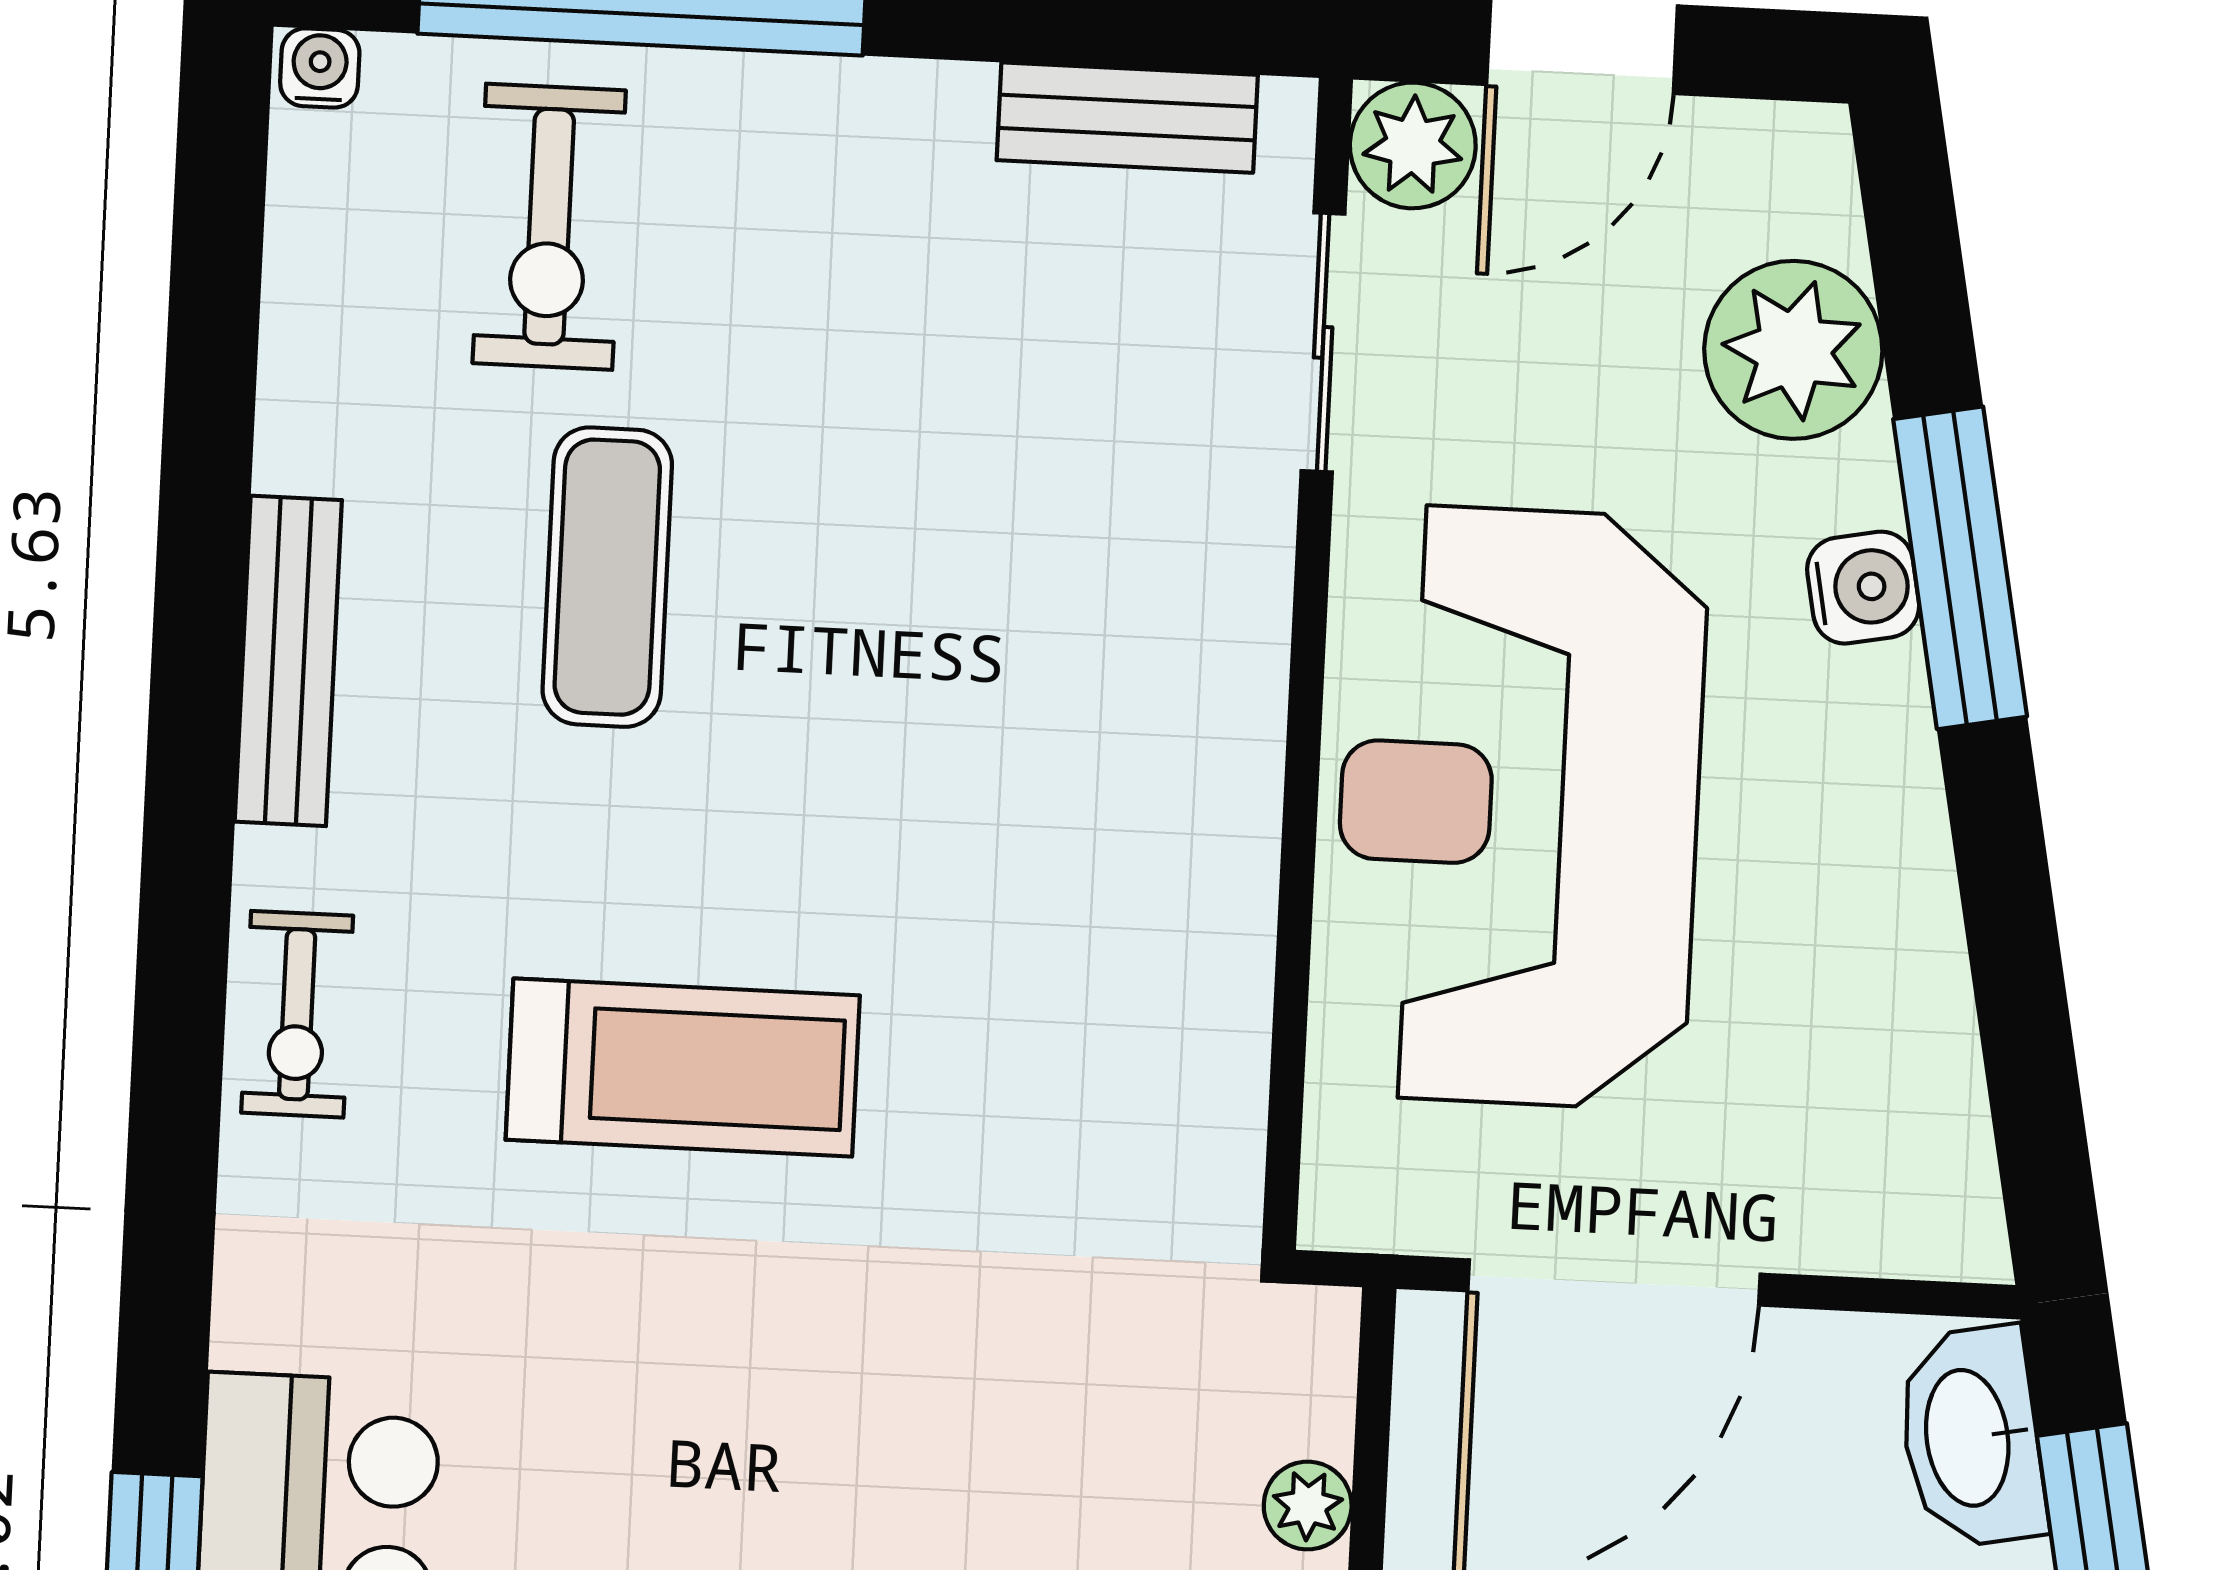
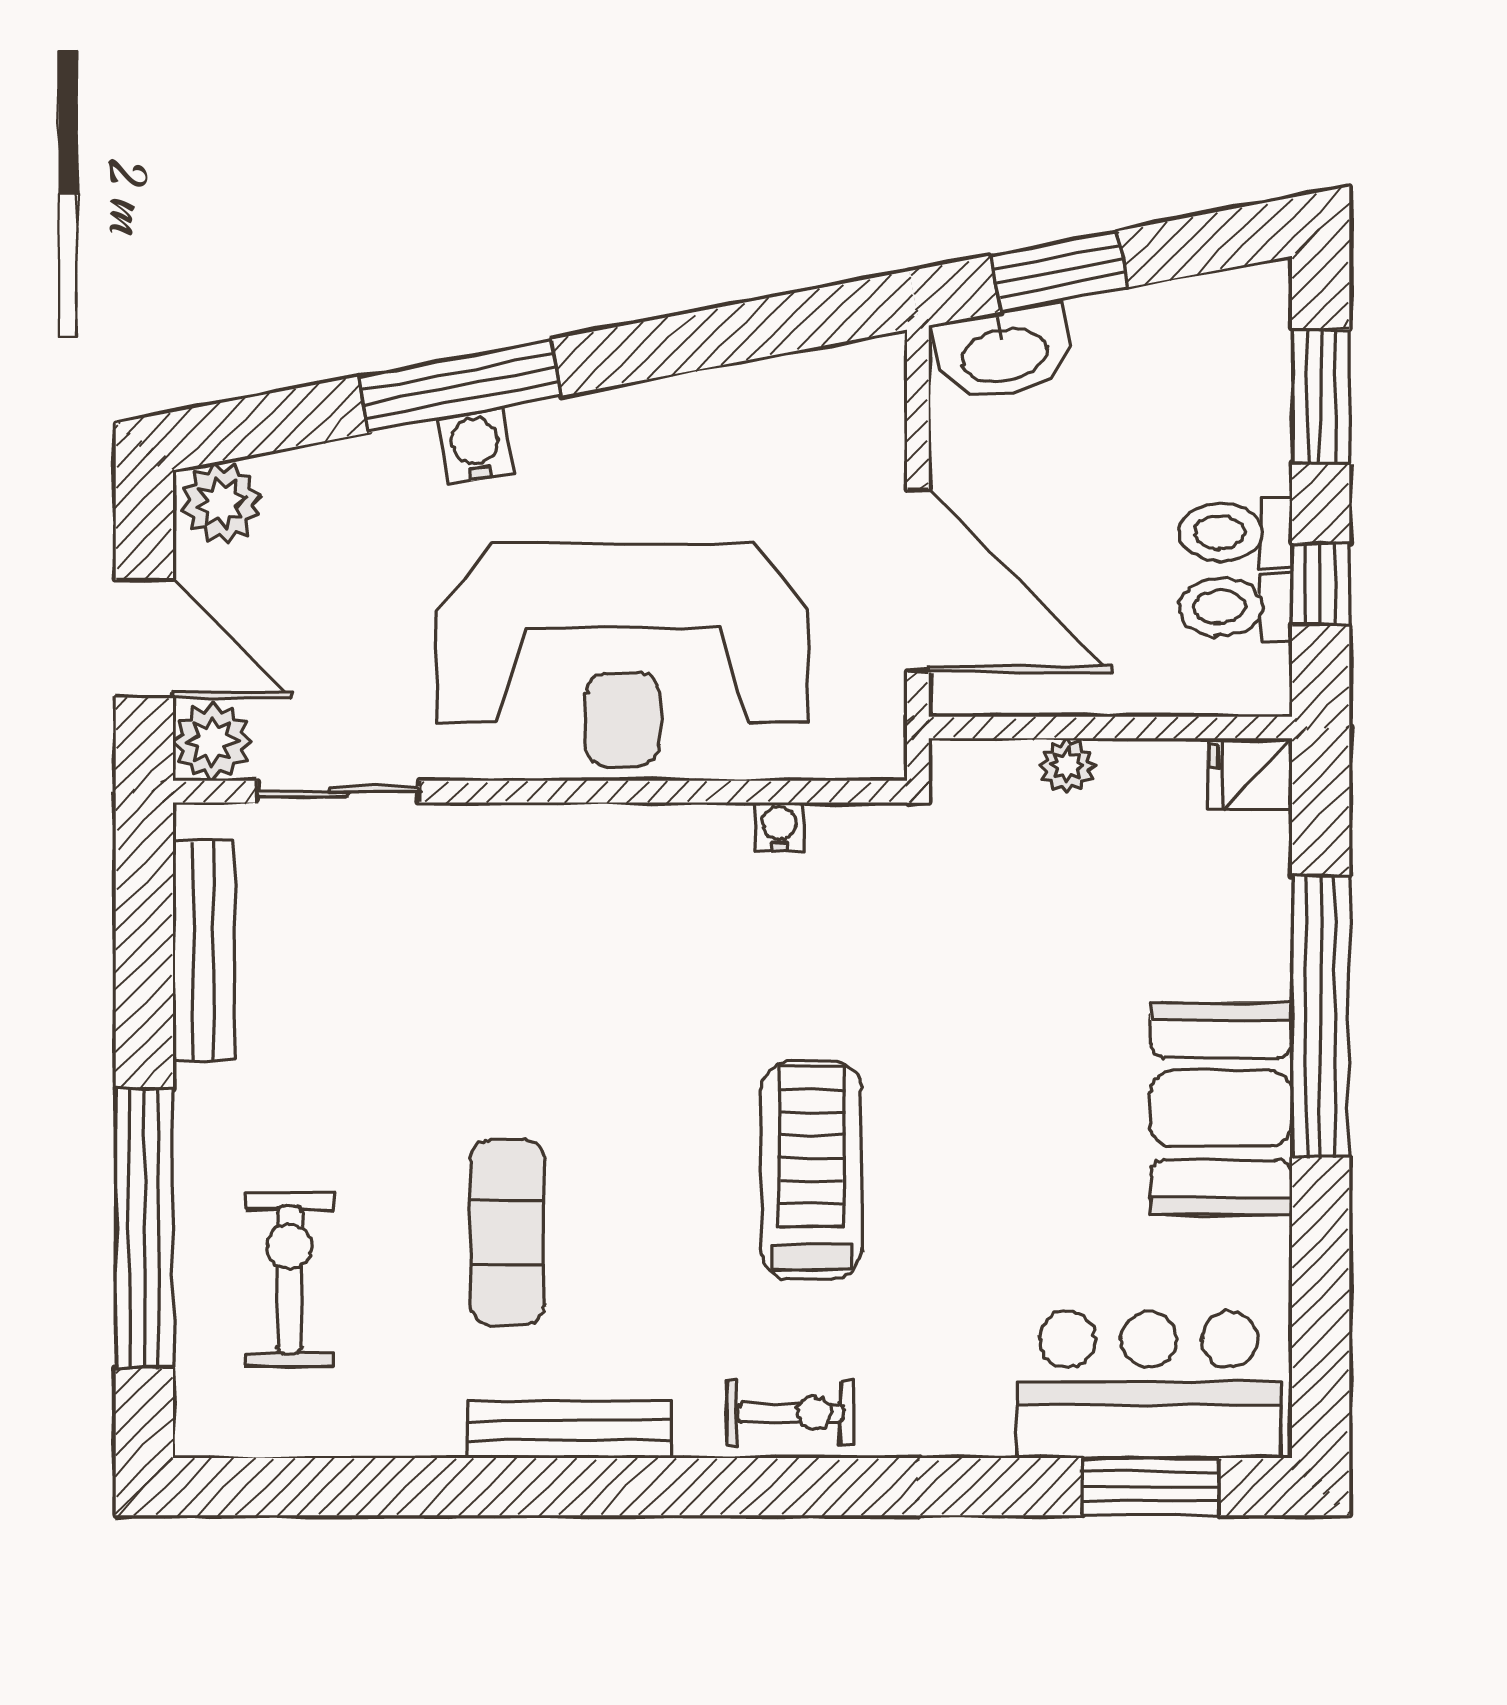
water cooler: (320, 68) -> (779, 827), moved, turned 90
bench: (1127, 118) -> (204, 950), width x1.36
exercise bike: (549, 227) -> (290, 1280), turned -90
plant: (1793, 350) -> (221, 503), moved, width x0.73, depth x0.73
exercise mat: (607, 577) -> (507, 1232), turned 90

